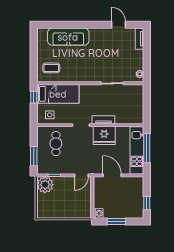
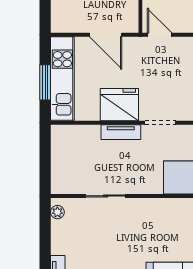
window: (147, 148) -> (45, 82), width x0.69
door: (81, 175) -> (160, 35), hinge flipped

